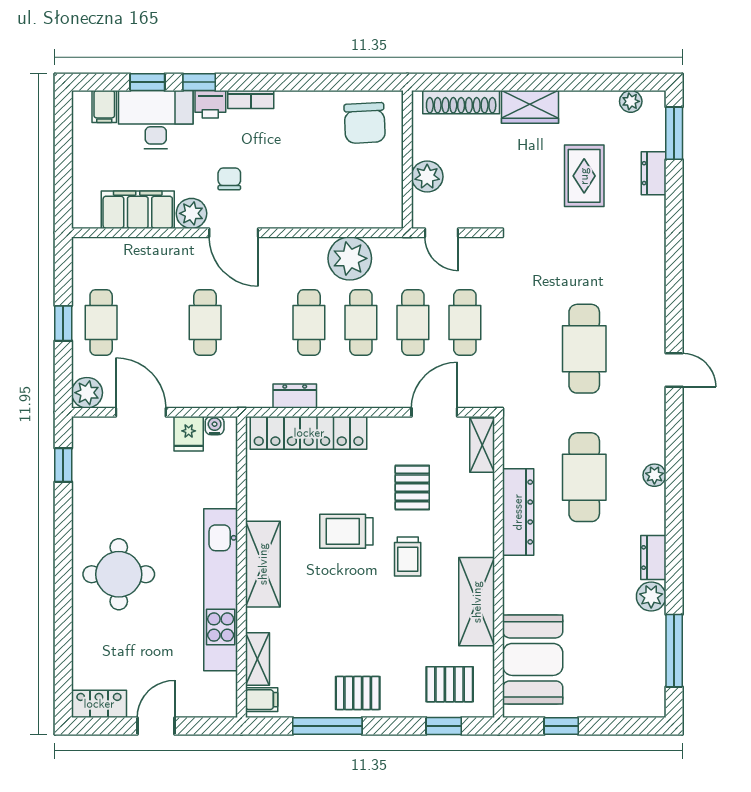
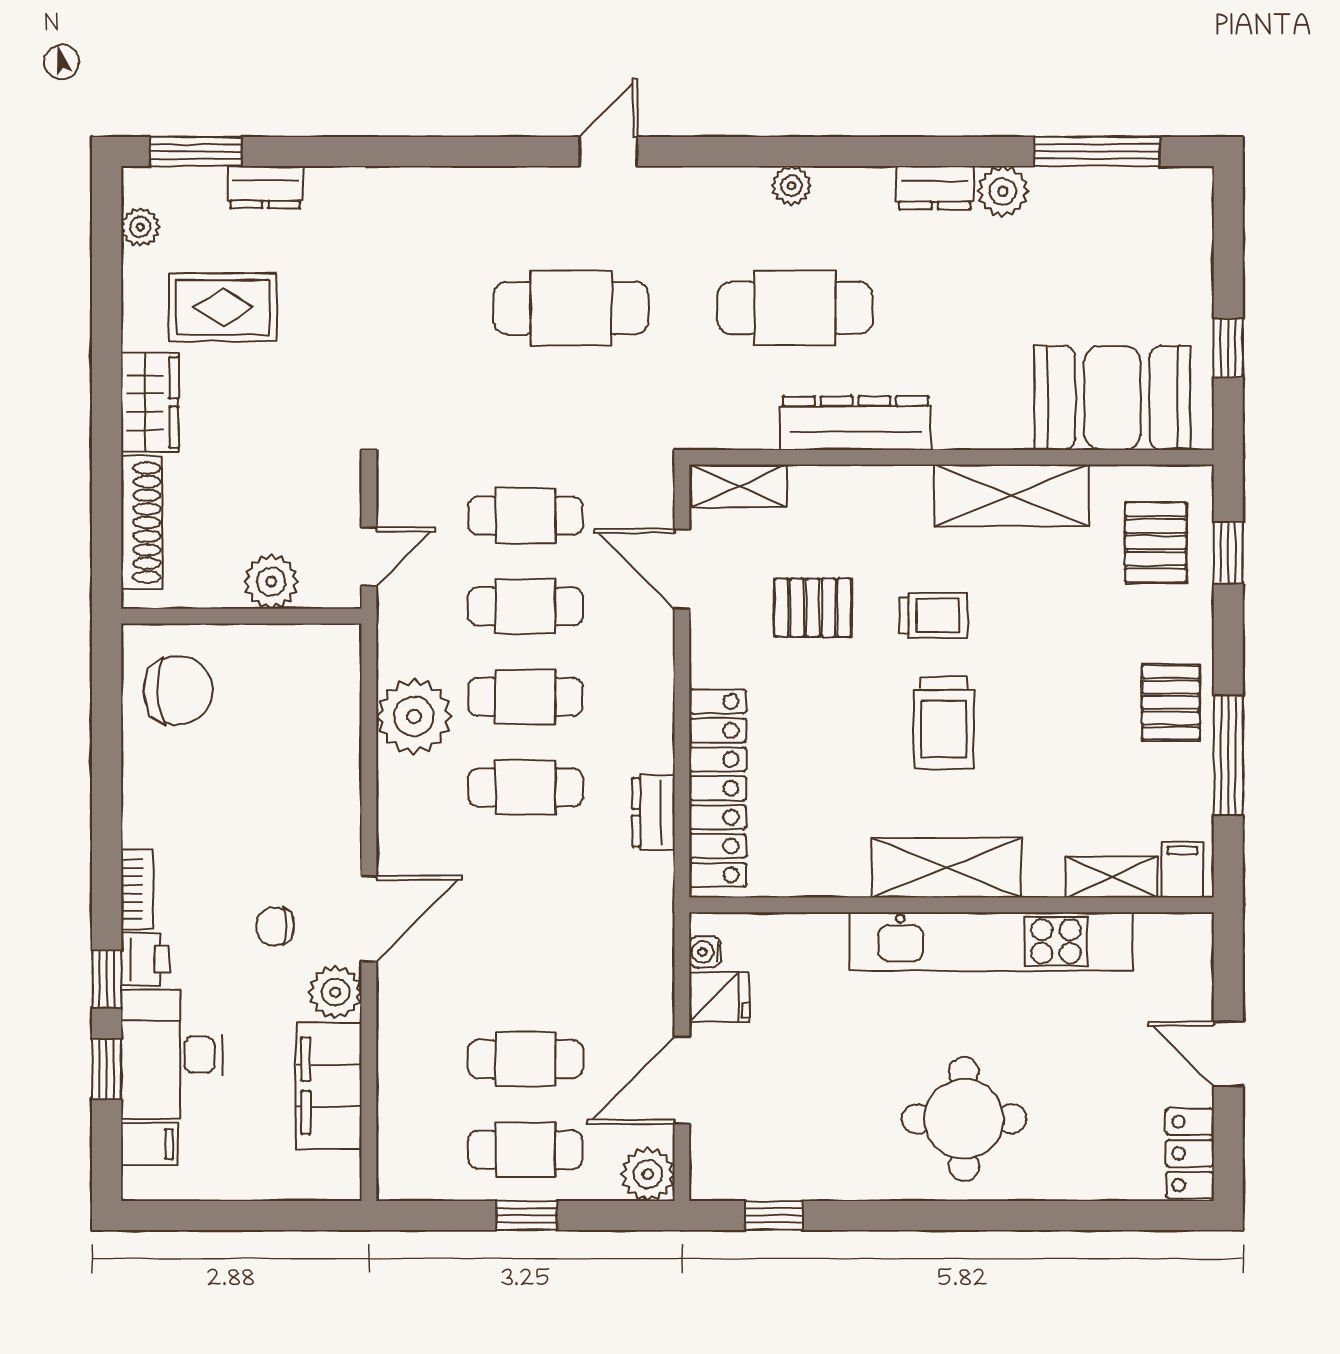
rug: (584, 176) -> (223, 307), moved
cafe table: (205, 322) -> (525, 1059), moved
trolley: (346, 531) -> (944, 723), moved

